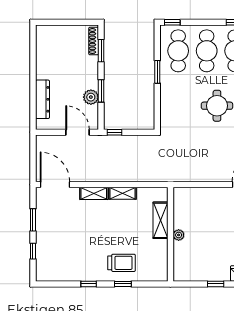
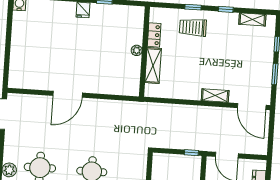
shelving: (123, 193) -> (252, 19), moved
locker: (161, 252) -> (154, 35), added

